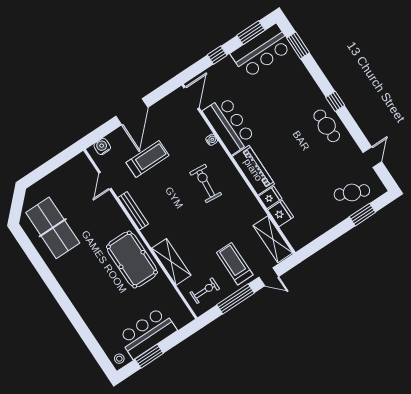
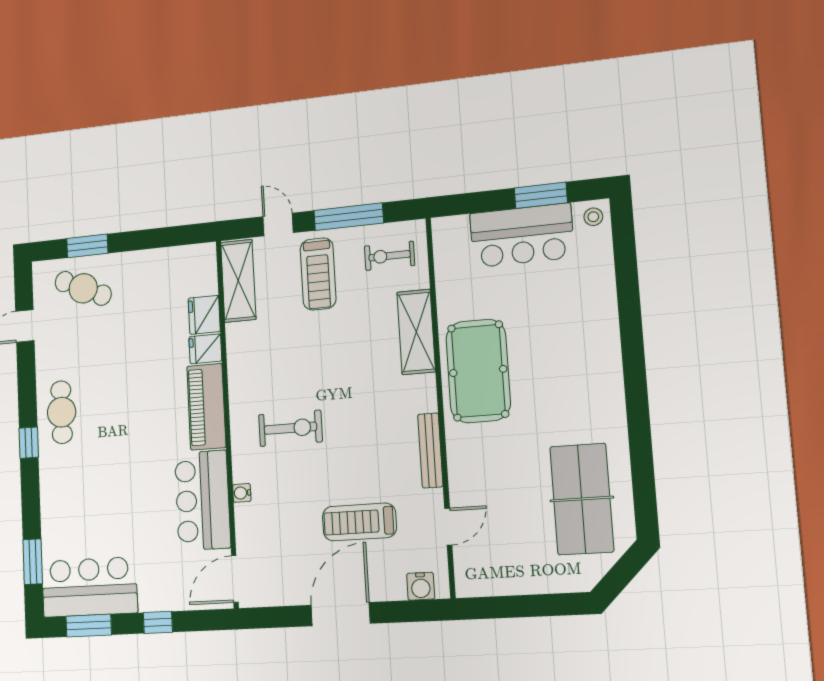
exercise bike: (206, 183) -> (290, 428), turned -95

